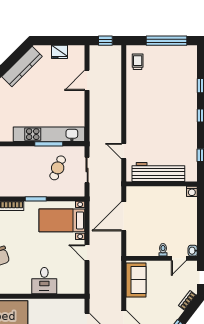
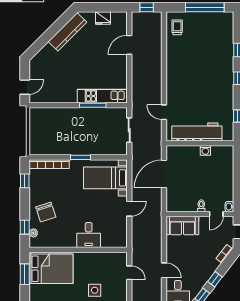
kitchen unit: (49, 134) -> (102, 96), width x0.73
cafe table: (58, 168) -> (101, 128), removed
washing machine: (192, 191) -> (205, 150), moved
door: (87, 253) -> (129, 209), swing flipped
sofa: (136, 280) -> (182, 226), moved, turned 90

